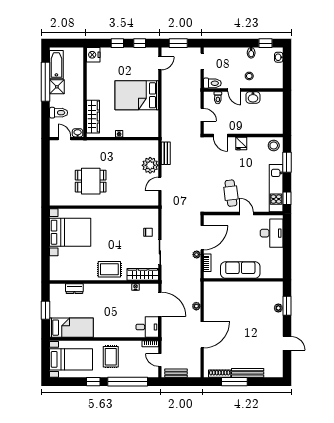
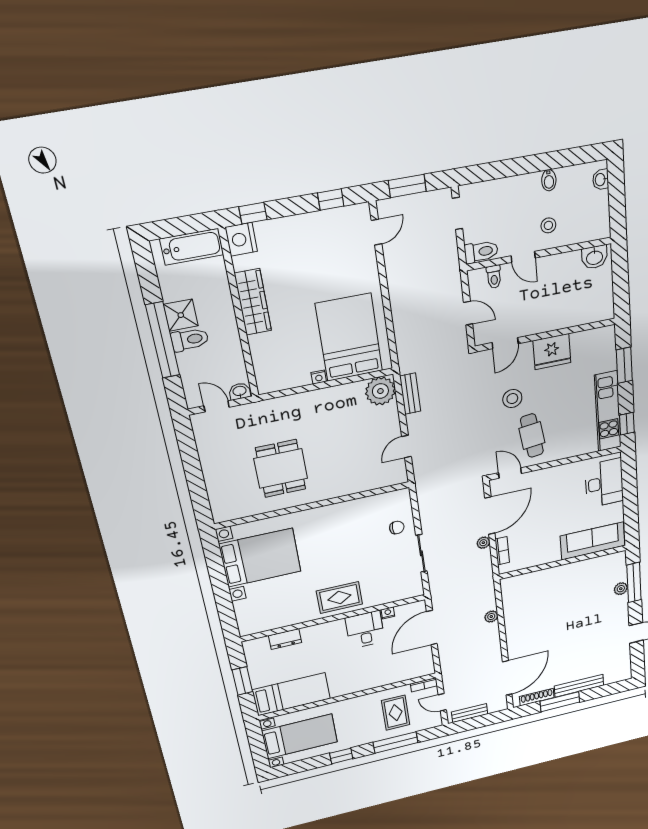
window: (117, 43) -> (253, 213), moved
window: (266, 43) -> (575, 156), removed
bathtub: (56, 65) -> (192, 247), moved, turned 90
window: (45, 82) -> (163, 340), moved
bed: (137, 95) -> (349, 338), moved, turned 90
washbasin: (253, 97) -> (595, 257), moved
toilet: (59, 113) -> (190, 340), moved
wardrobe: (93, 117) -> (253, 302), moved
door: (221, 135) -> (505, 343), hinge flipped
fridge: (241, 143) -> (552, 352), width x1.88, depth x1.34
stool: (274, 145) -> (512, 399), moved
plant: (150, 165) -> (380, 391), moved
dining table: (91, 181) -> (281, 469), turned 90
door: (247, 213) -> (510, 473), moved
sofa: (240, 270) -> (593, 541), moved
wardrobe: (143, 274) -> (397, 592), removed
door: (160, 304) -> (432, 628), swing flipped
window: (287, 306) -> (634, 582), width x1.44
desk: (147, 327) -> (365, 630), moved, turned -90
door: (202, 335) -> (507, 678), moved
rug: (111, 357) -> (396, 713), moved
window: (128, 382) -> (396, 742), width x0.68

